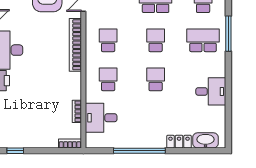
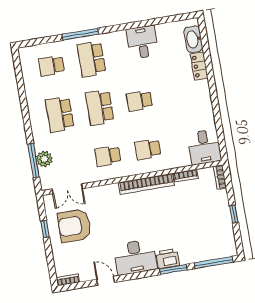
school desk: (156, 40) -> (100, 108), width x1.85
bookcase: (75, 45) -> (146, 184), moved
desk: (101, 118) -> (204, 147), moved
window: (15, 151) -> (234, 214), moved
window: (139, 151) -> (215, 105), removed

